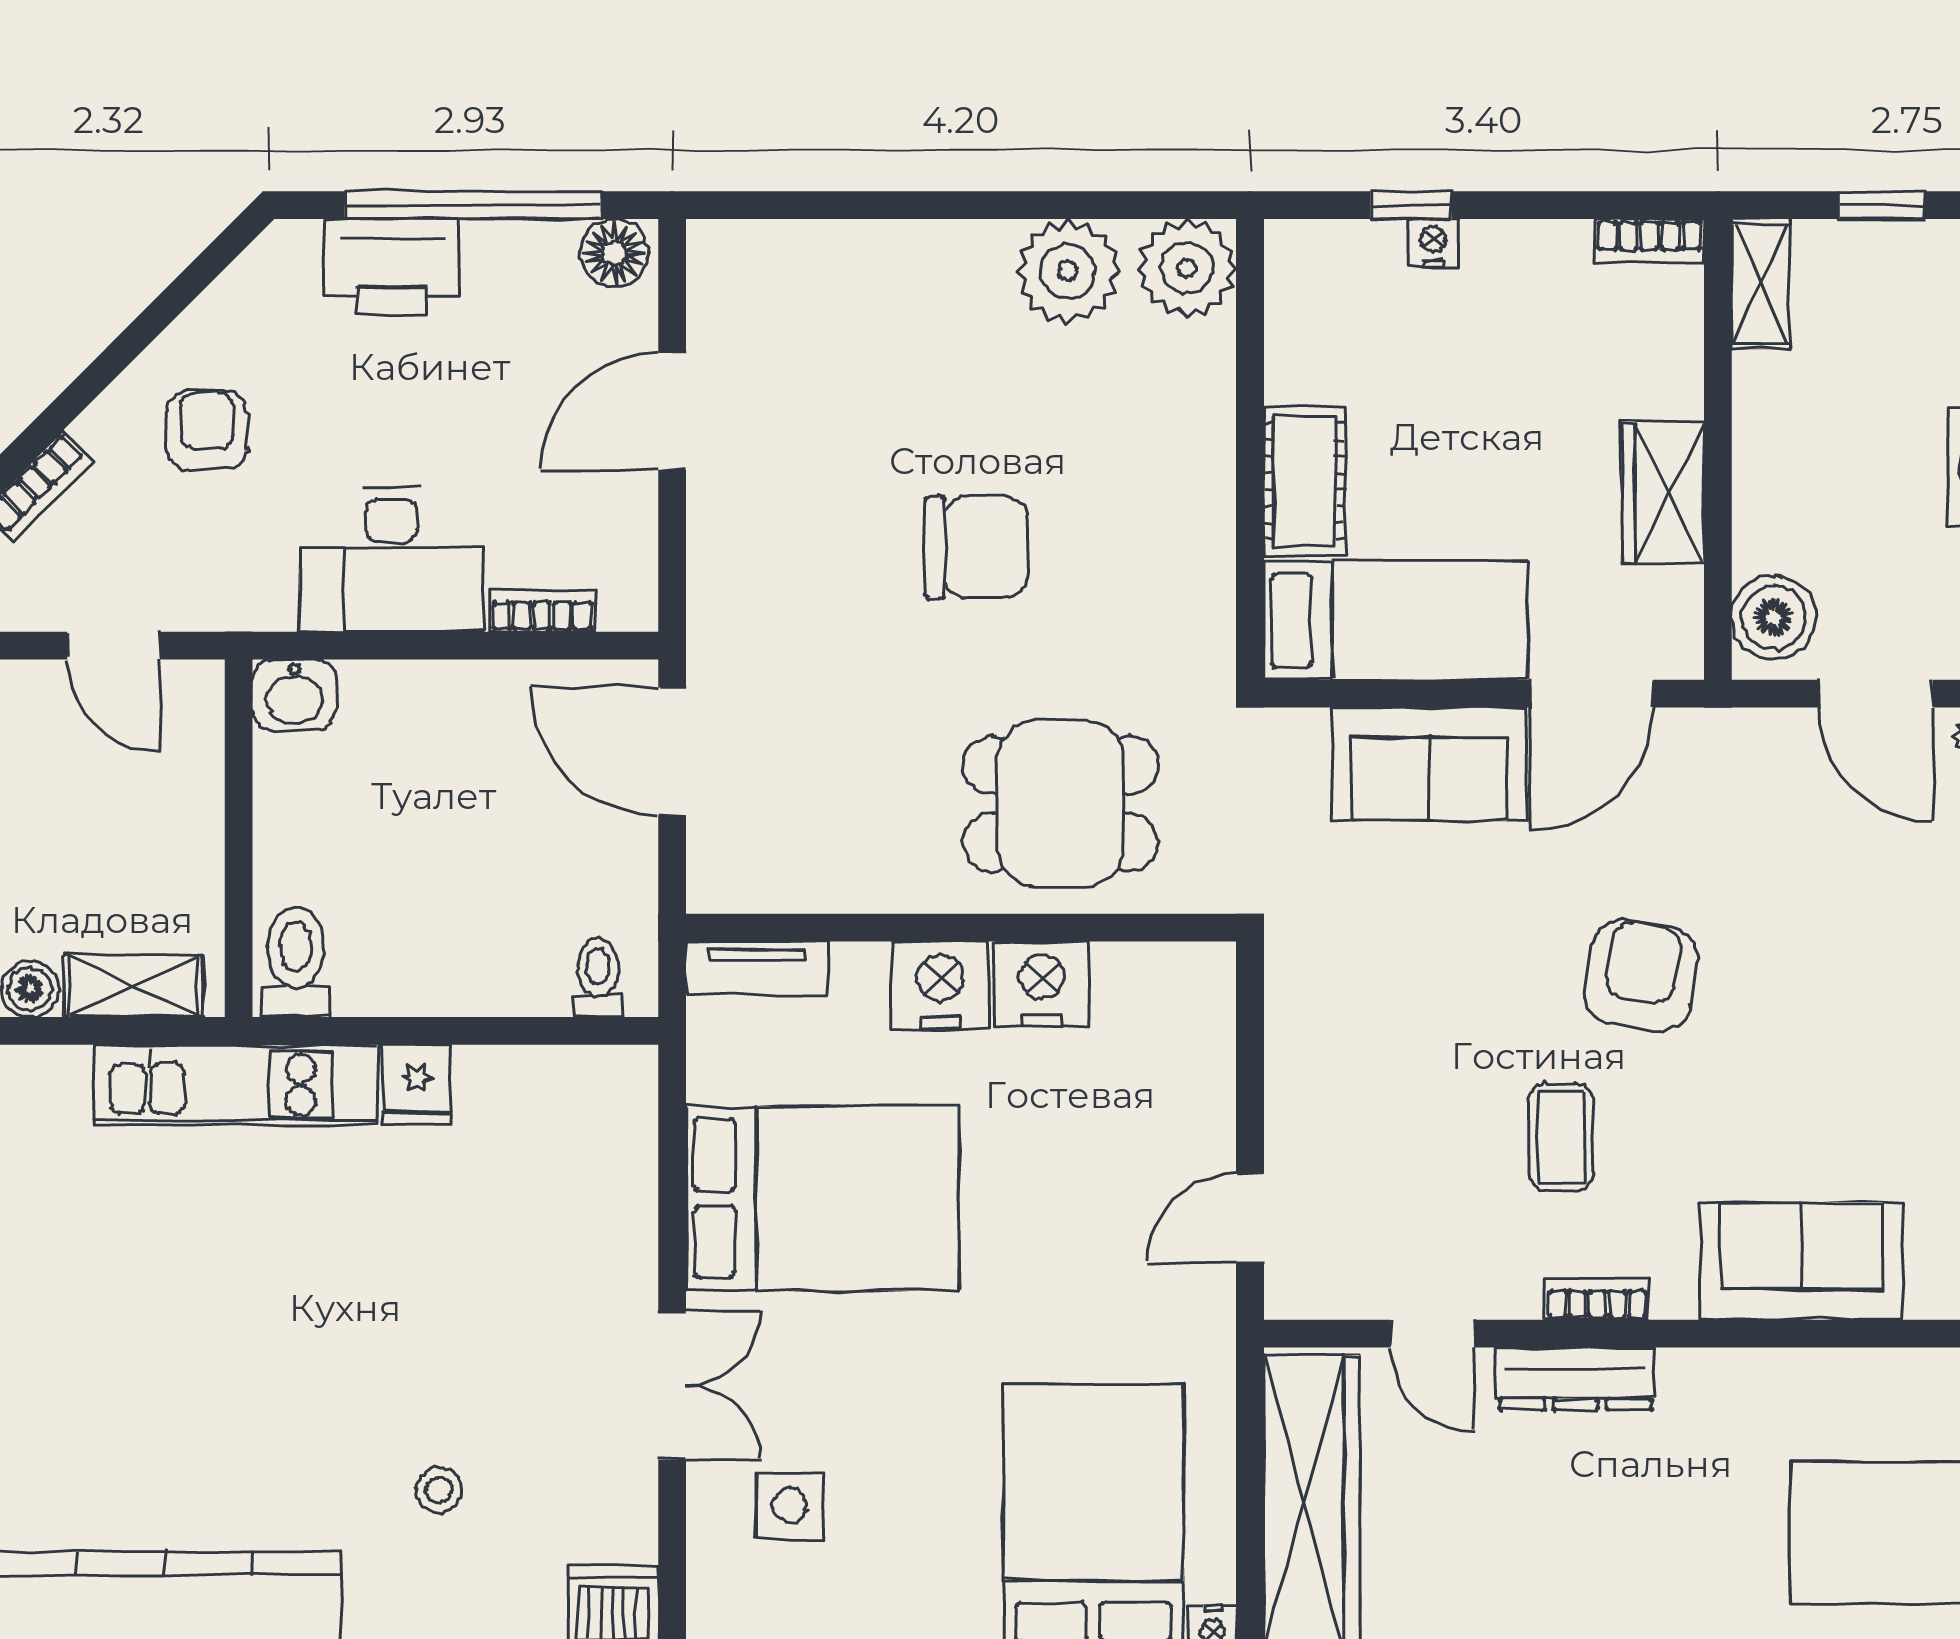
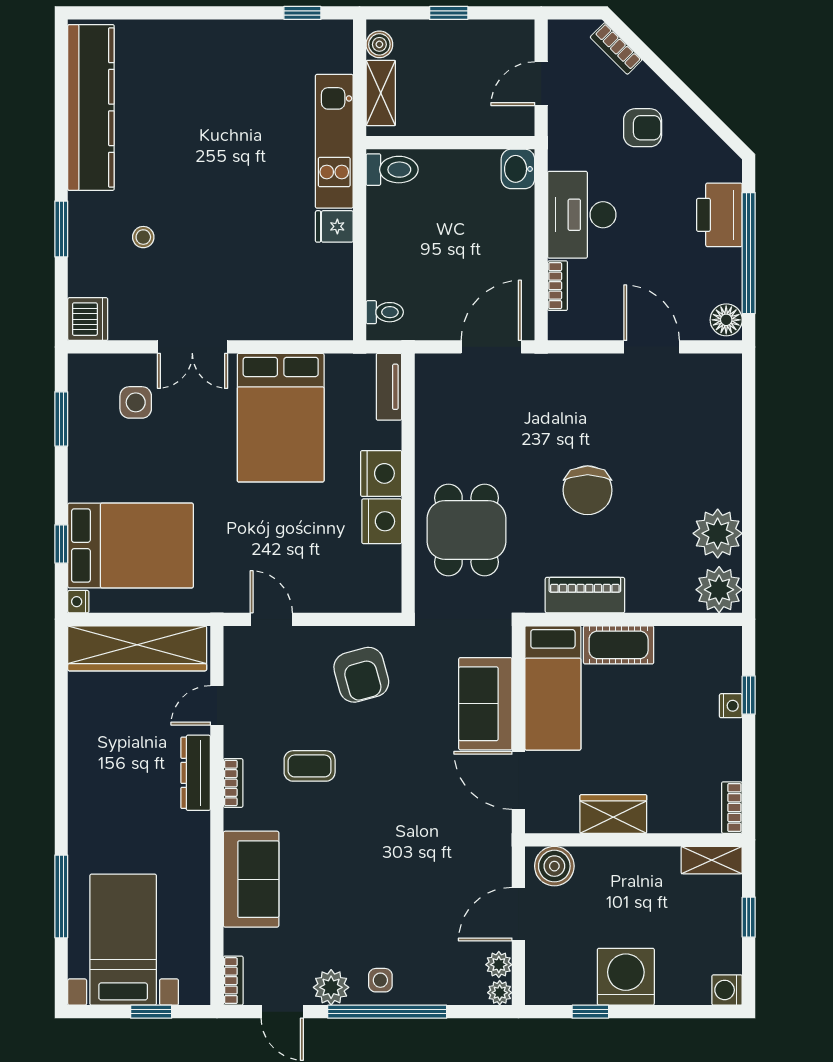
piano: (1199, 553) -> (585, 595), added
armchair: (1641, 976) -> (361, 675), moved, turned 66

